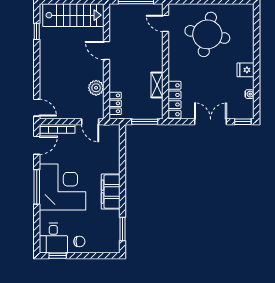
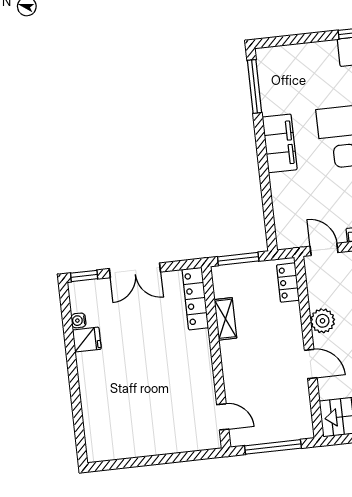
round table: (207, 34) -> (155, 407), removed
fridge: (246, 70) -> (87, 340), moved
plant: (96, 88) -> (323, 321), moved
window: (123, 229) -> (254, 86), width x1.44
chair: (79, 241) -> (320, 60), removed

